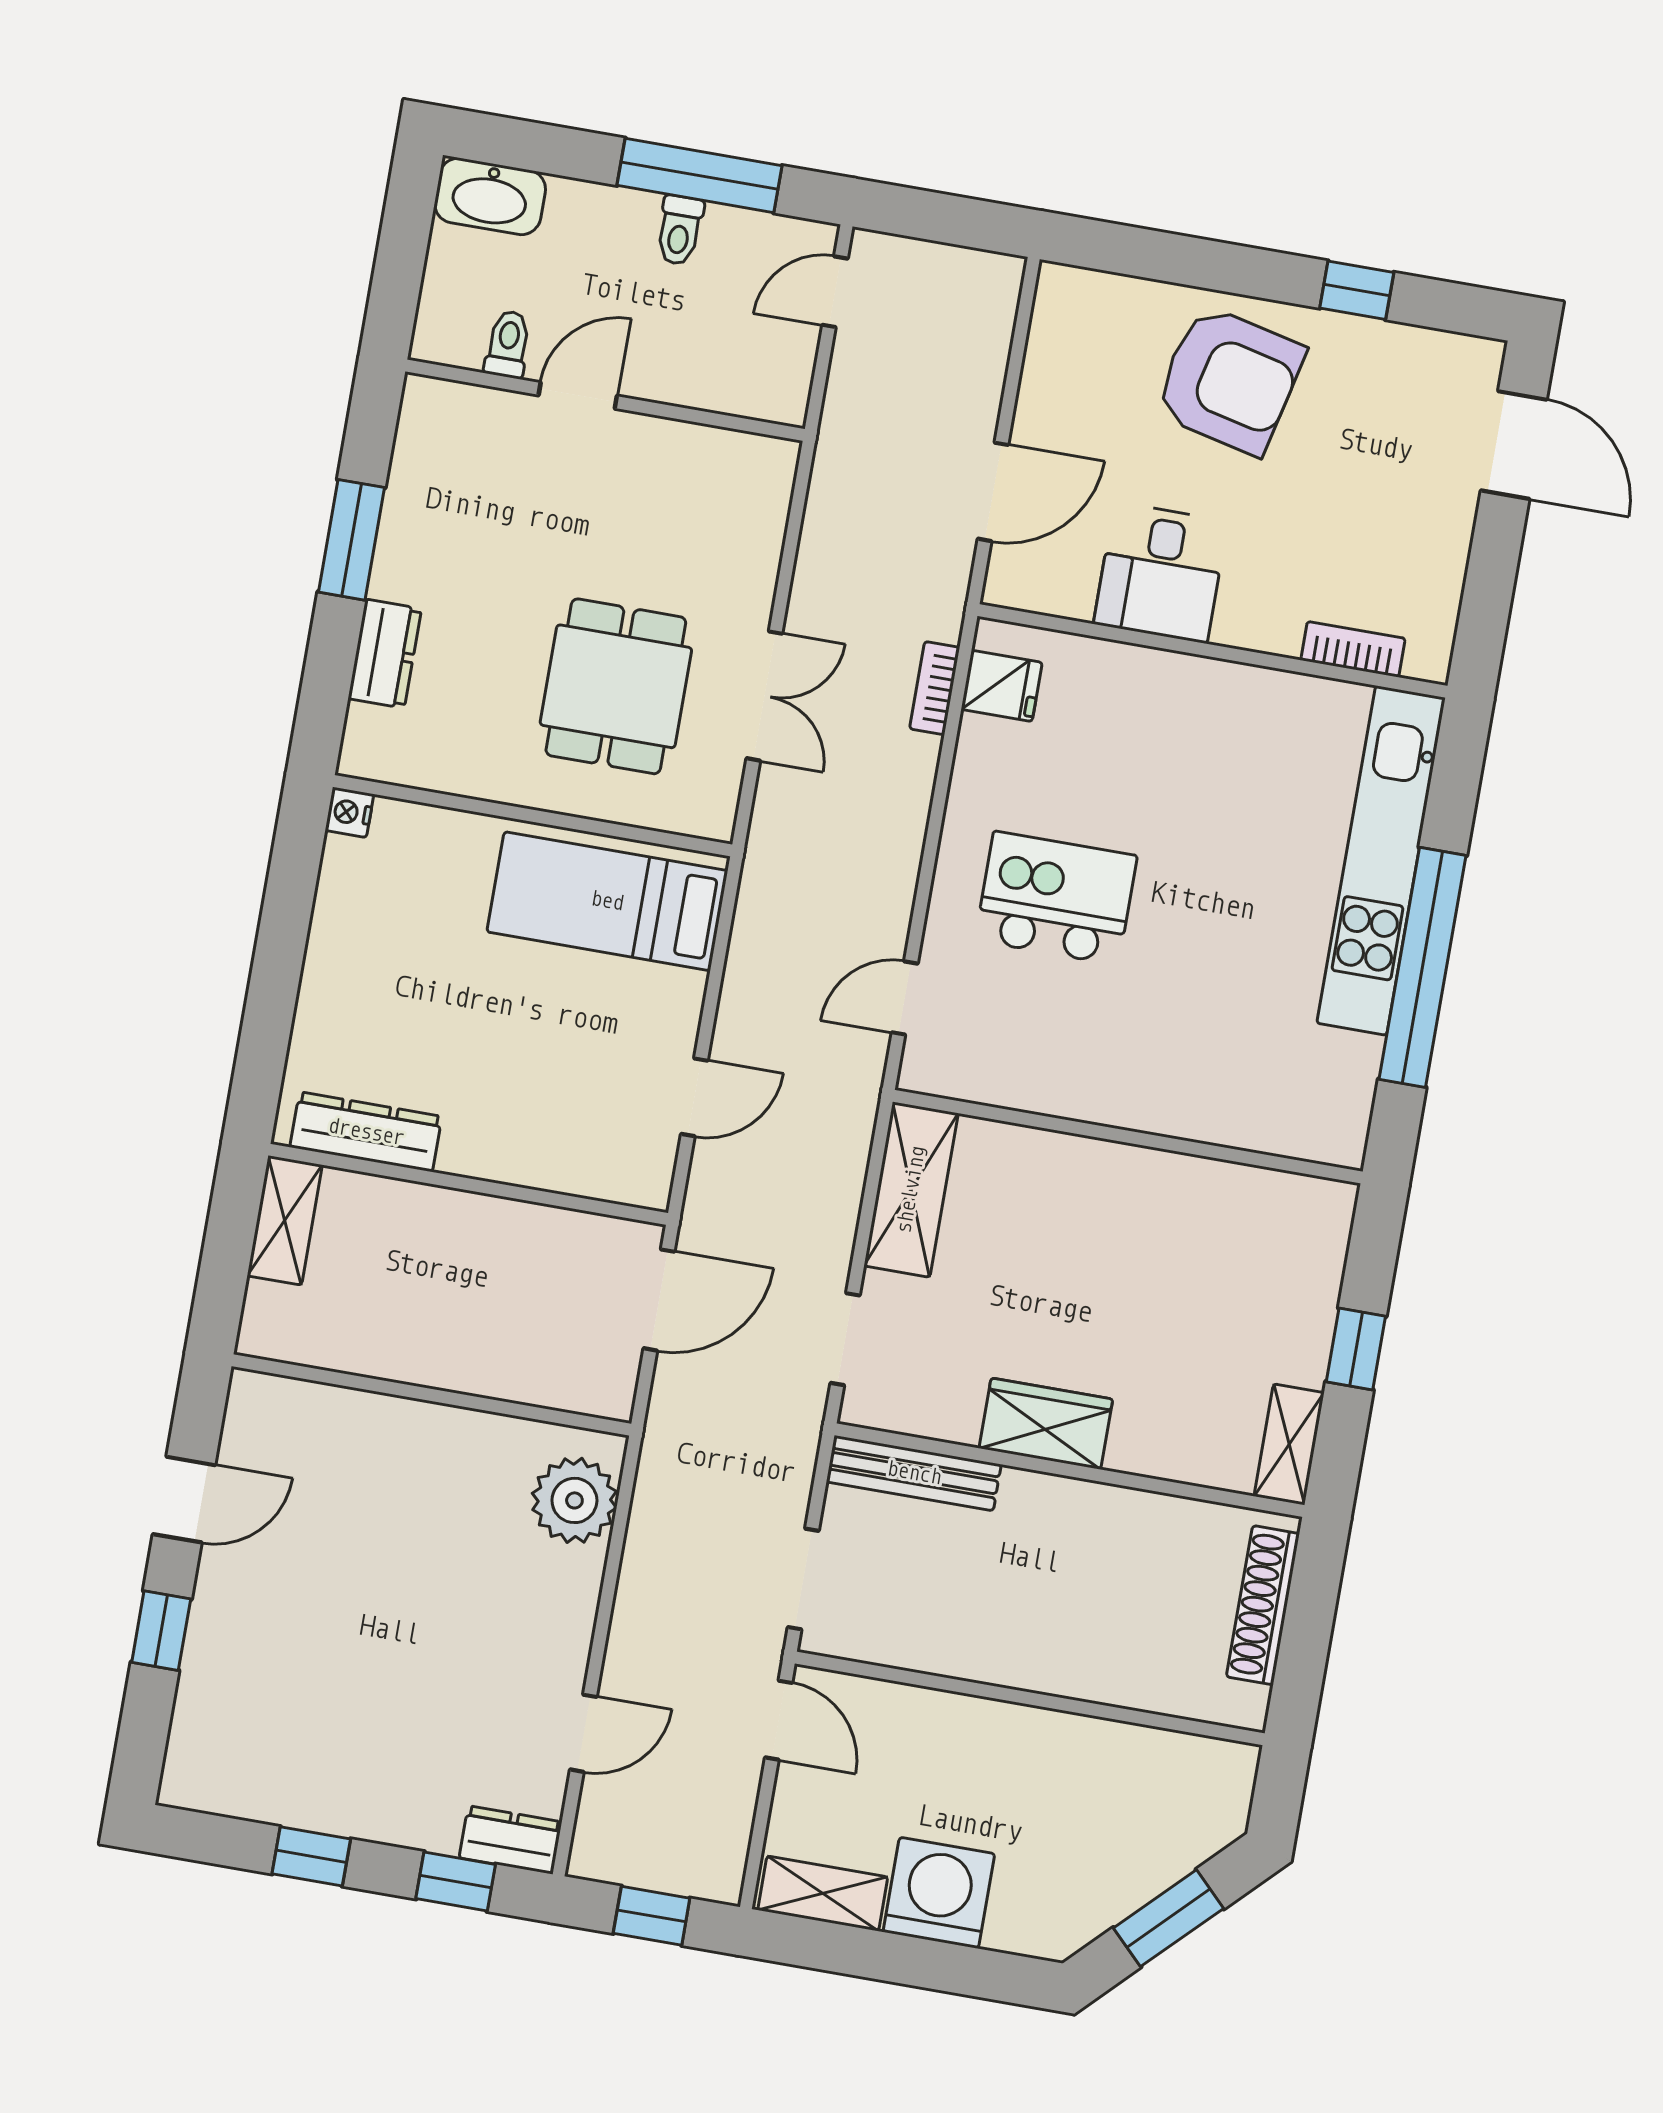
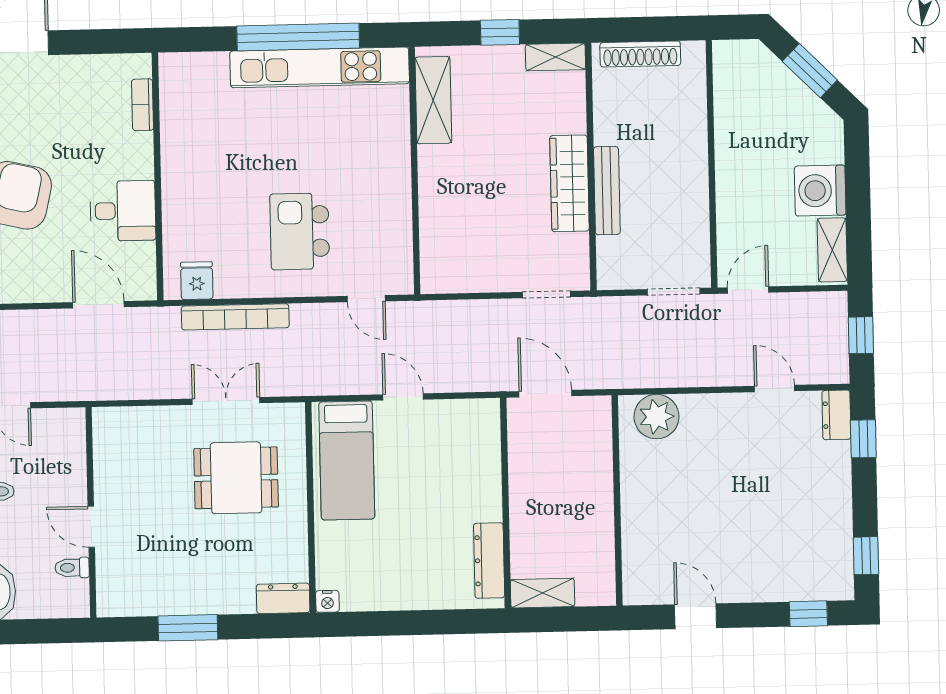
dresser: (385, 654) -> (283, 598), moved
bookcase: (935, 688) -> (235, 317), width x2.31, depth x1.31
kitchen unit: (1381, 860) -> (320, 67), moved
door: (694, 1097) -> (403, 397), moved
shelving: (911, 1190) -> (433, 100), moved, turned 90
wardrobe: (1046, 1424) -> (569, 183), width x1.50
bench: (914, 1473) -> (607, 191), moved
window: (161, 1631) -> (808, 614), moved
window: (311, 1856) -> (866, 556), moved

